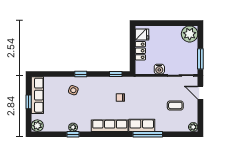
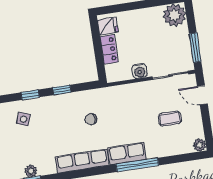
window: (116, 74) -> (62, 90), moved

